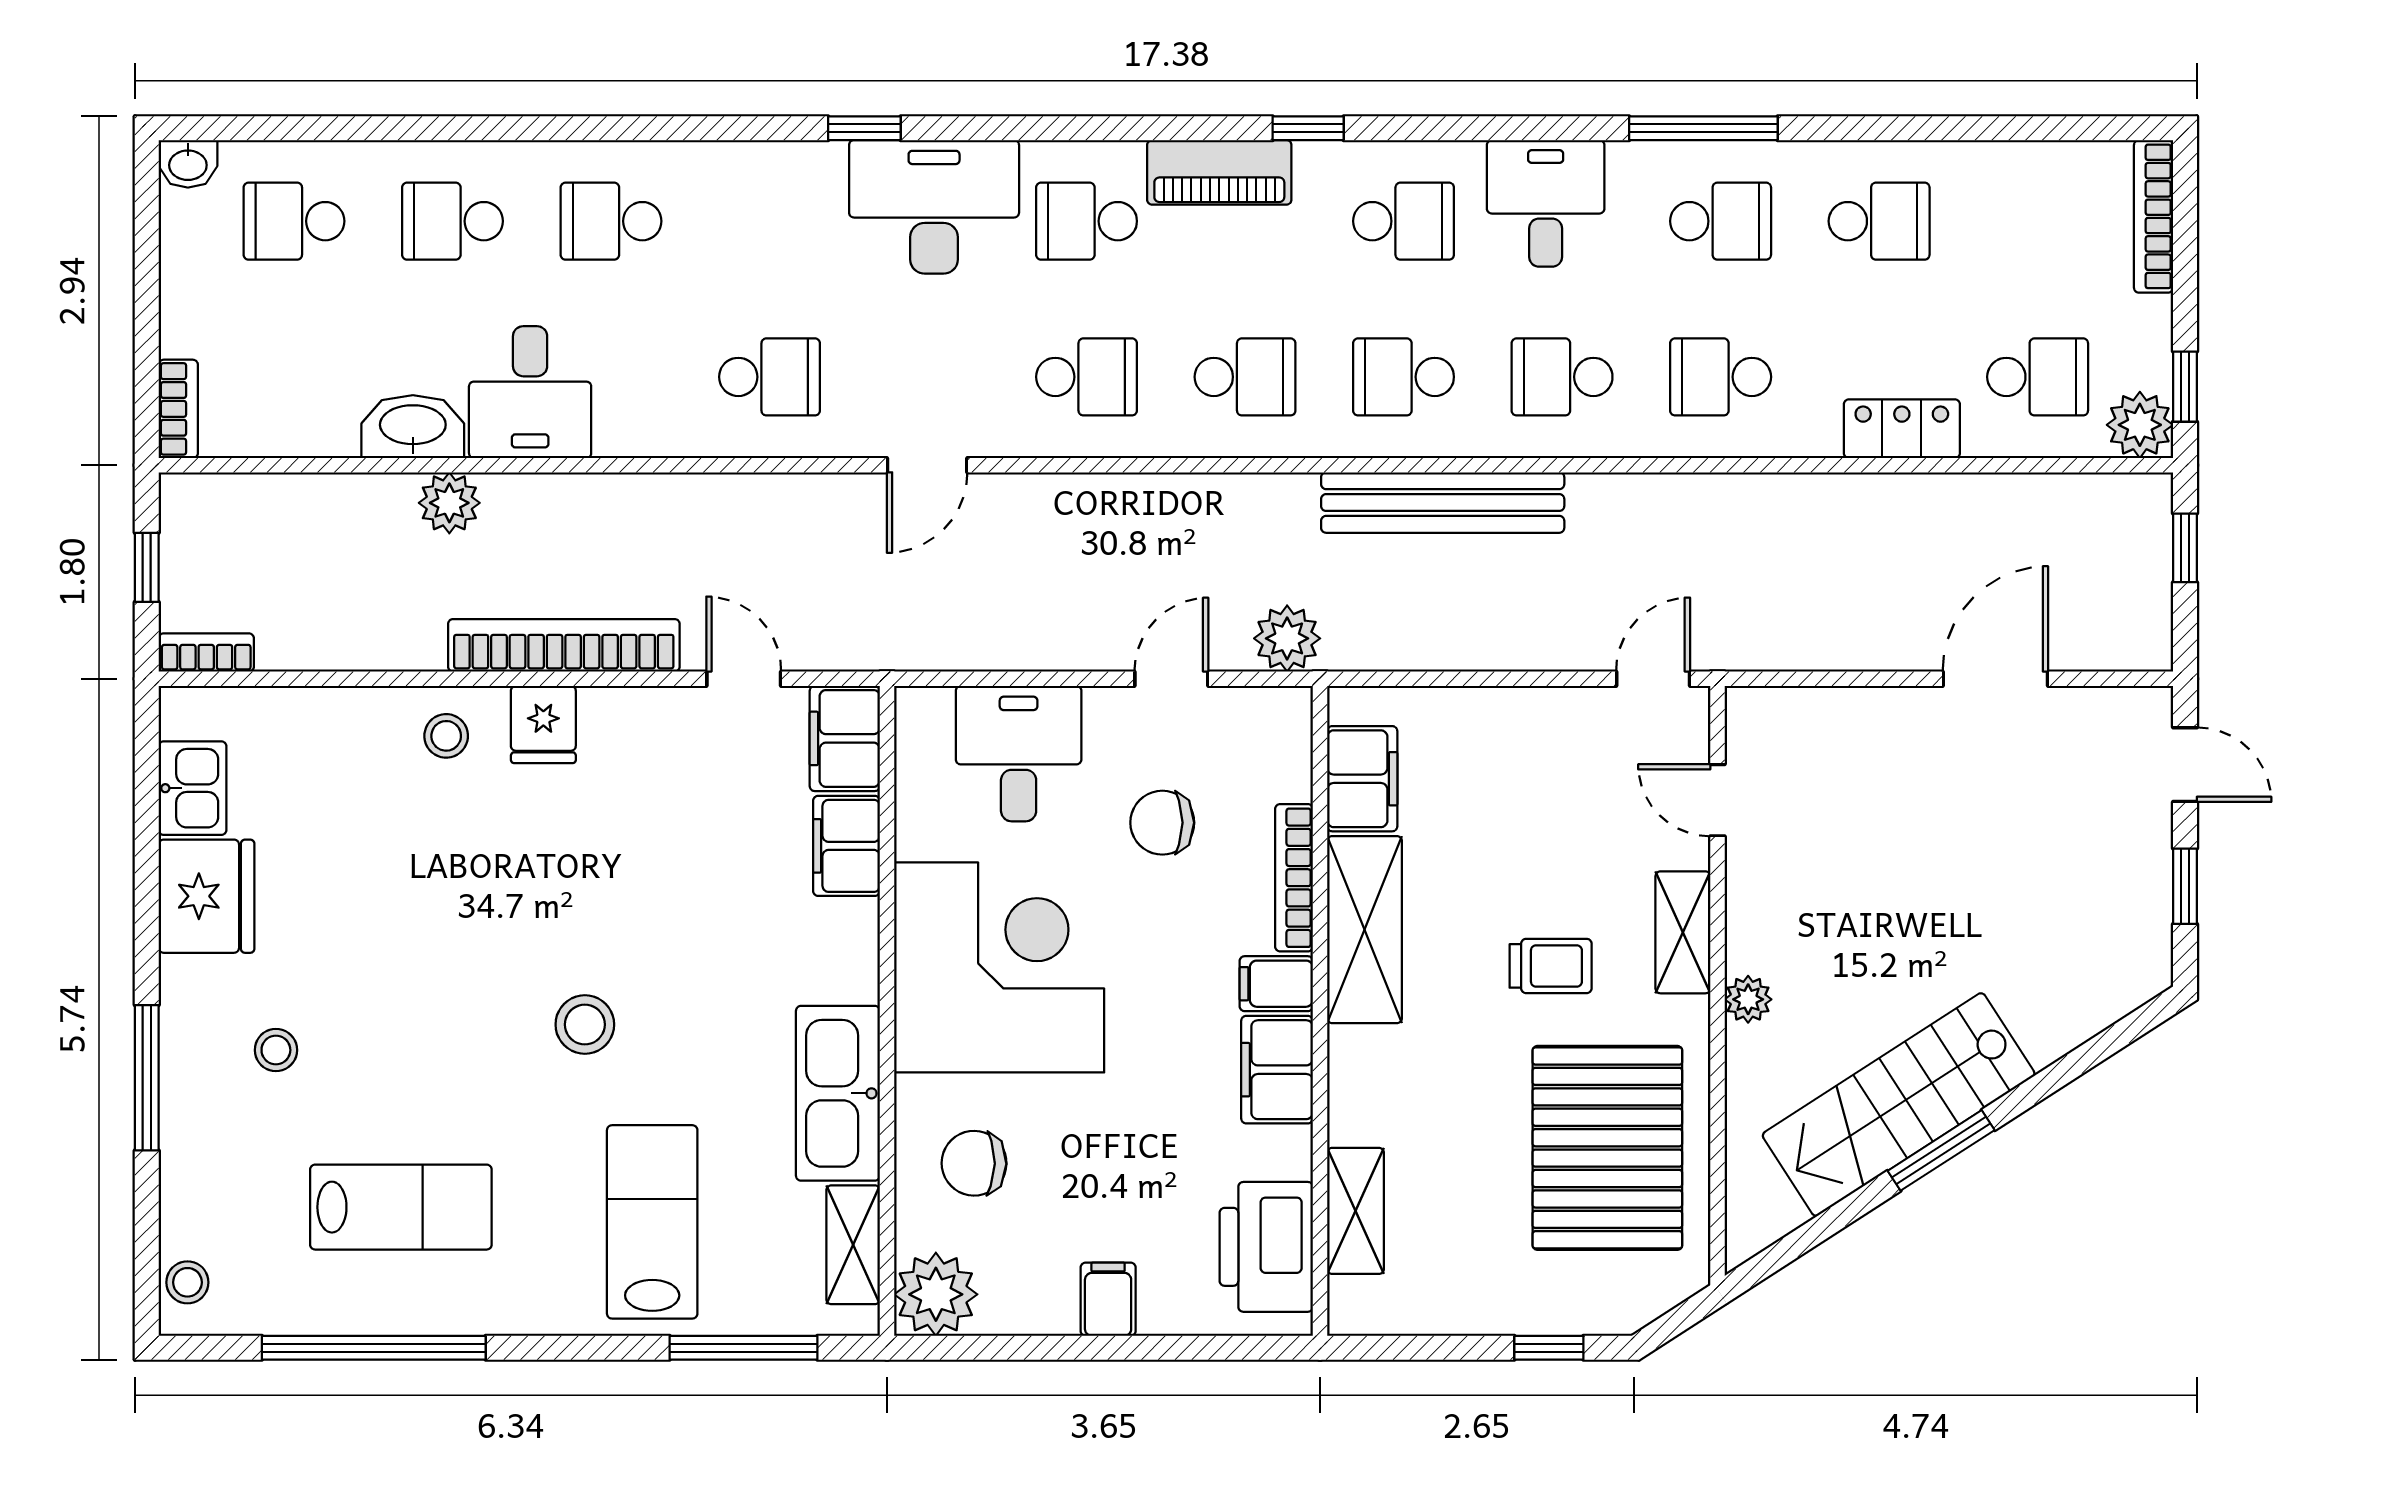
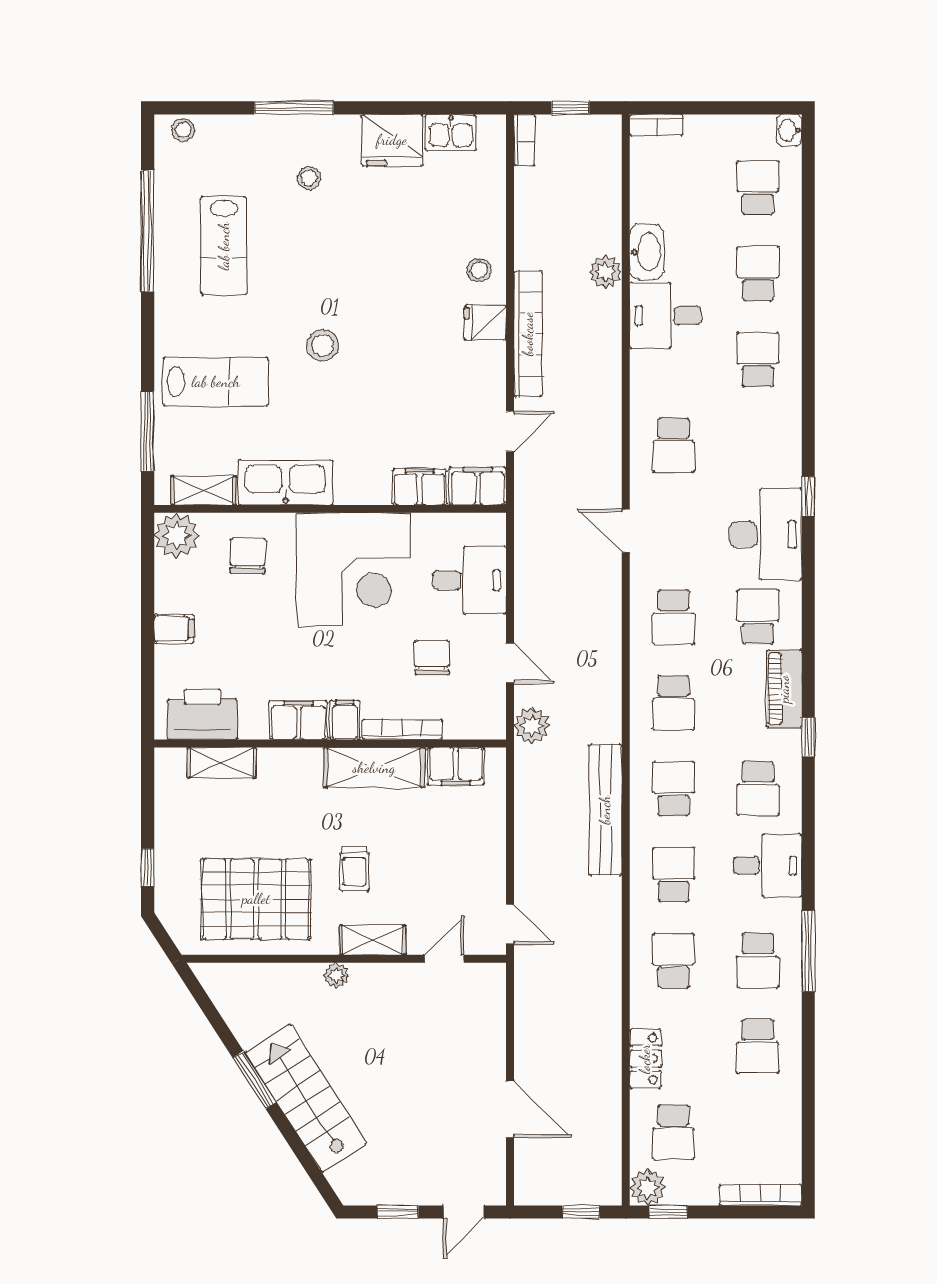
stairs: (1899, 1105) -> (306, 1098), moved

